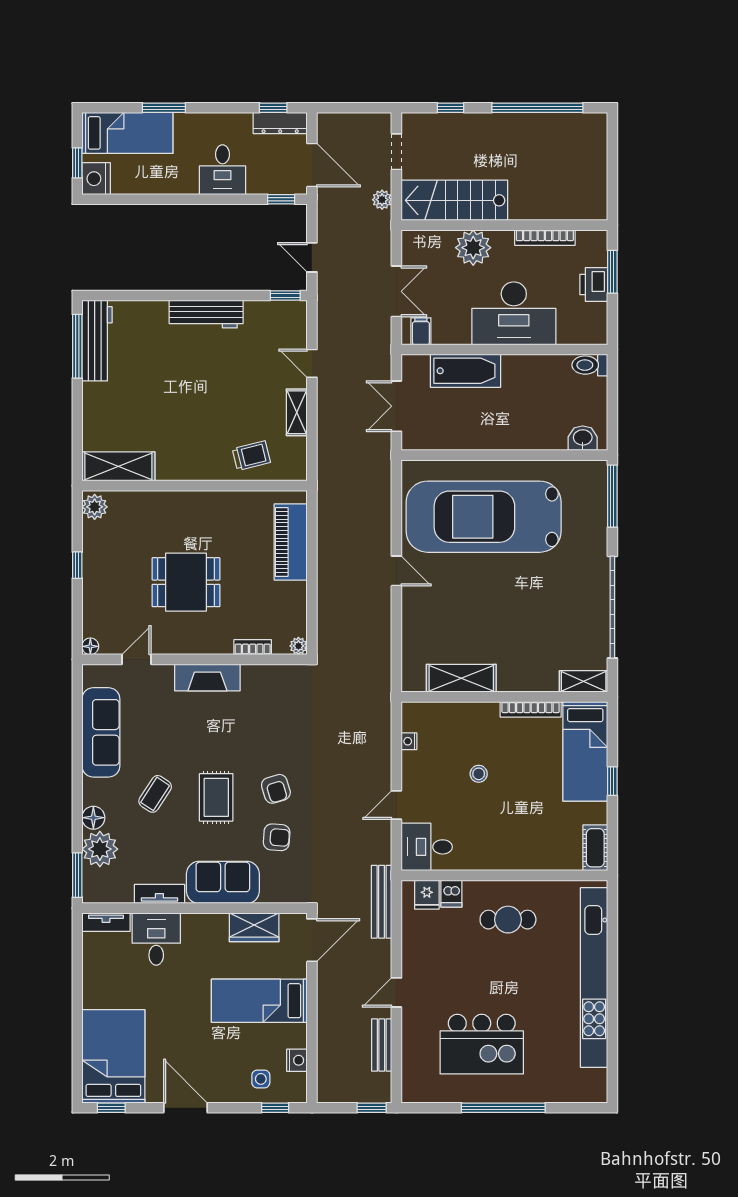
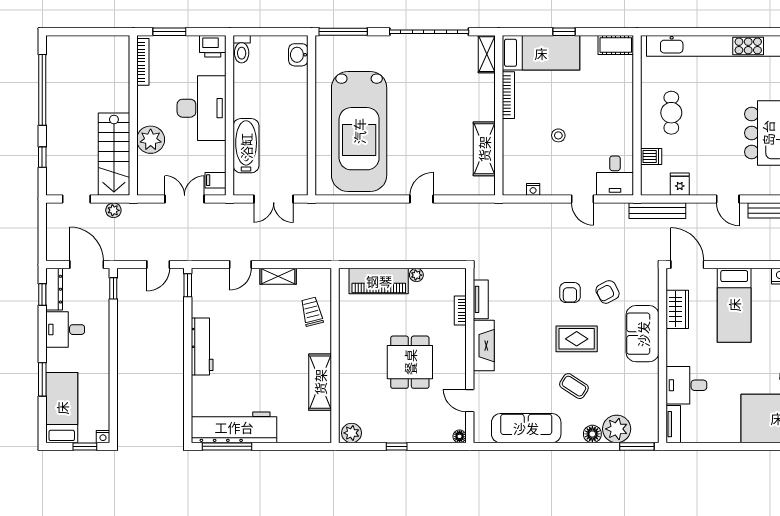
door: (312, 165) -> (87, 265), hinge flipped
desk: (222, 170) -> (65, 330), moved, turned 180
nightstand: (96, 179) -> (103, 437), width x0.53, depth x0.56
bookcase: (545, 238) -> (143, 62), moved
printer: (594, 285) -> (213, 46), moved
workbench: (97, 341) -> (234, 427), width x1.36, depth x1.32
shelving: (118, 466) -> (320, 382), moved
door: (396, 571) -> (422, 199), moved
plant: (298, 646) -> (416, 275), moved
armchair: (276, 789) -> (570, 292), turned 107
armchair: (277, 837) -> (608, 292), turned -122
tv unit: (159, 894) -> (481, 299), moved, turned 180
fridge: (427, 895) -> (680, 184), moved, turned -90

